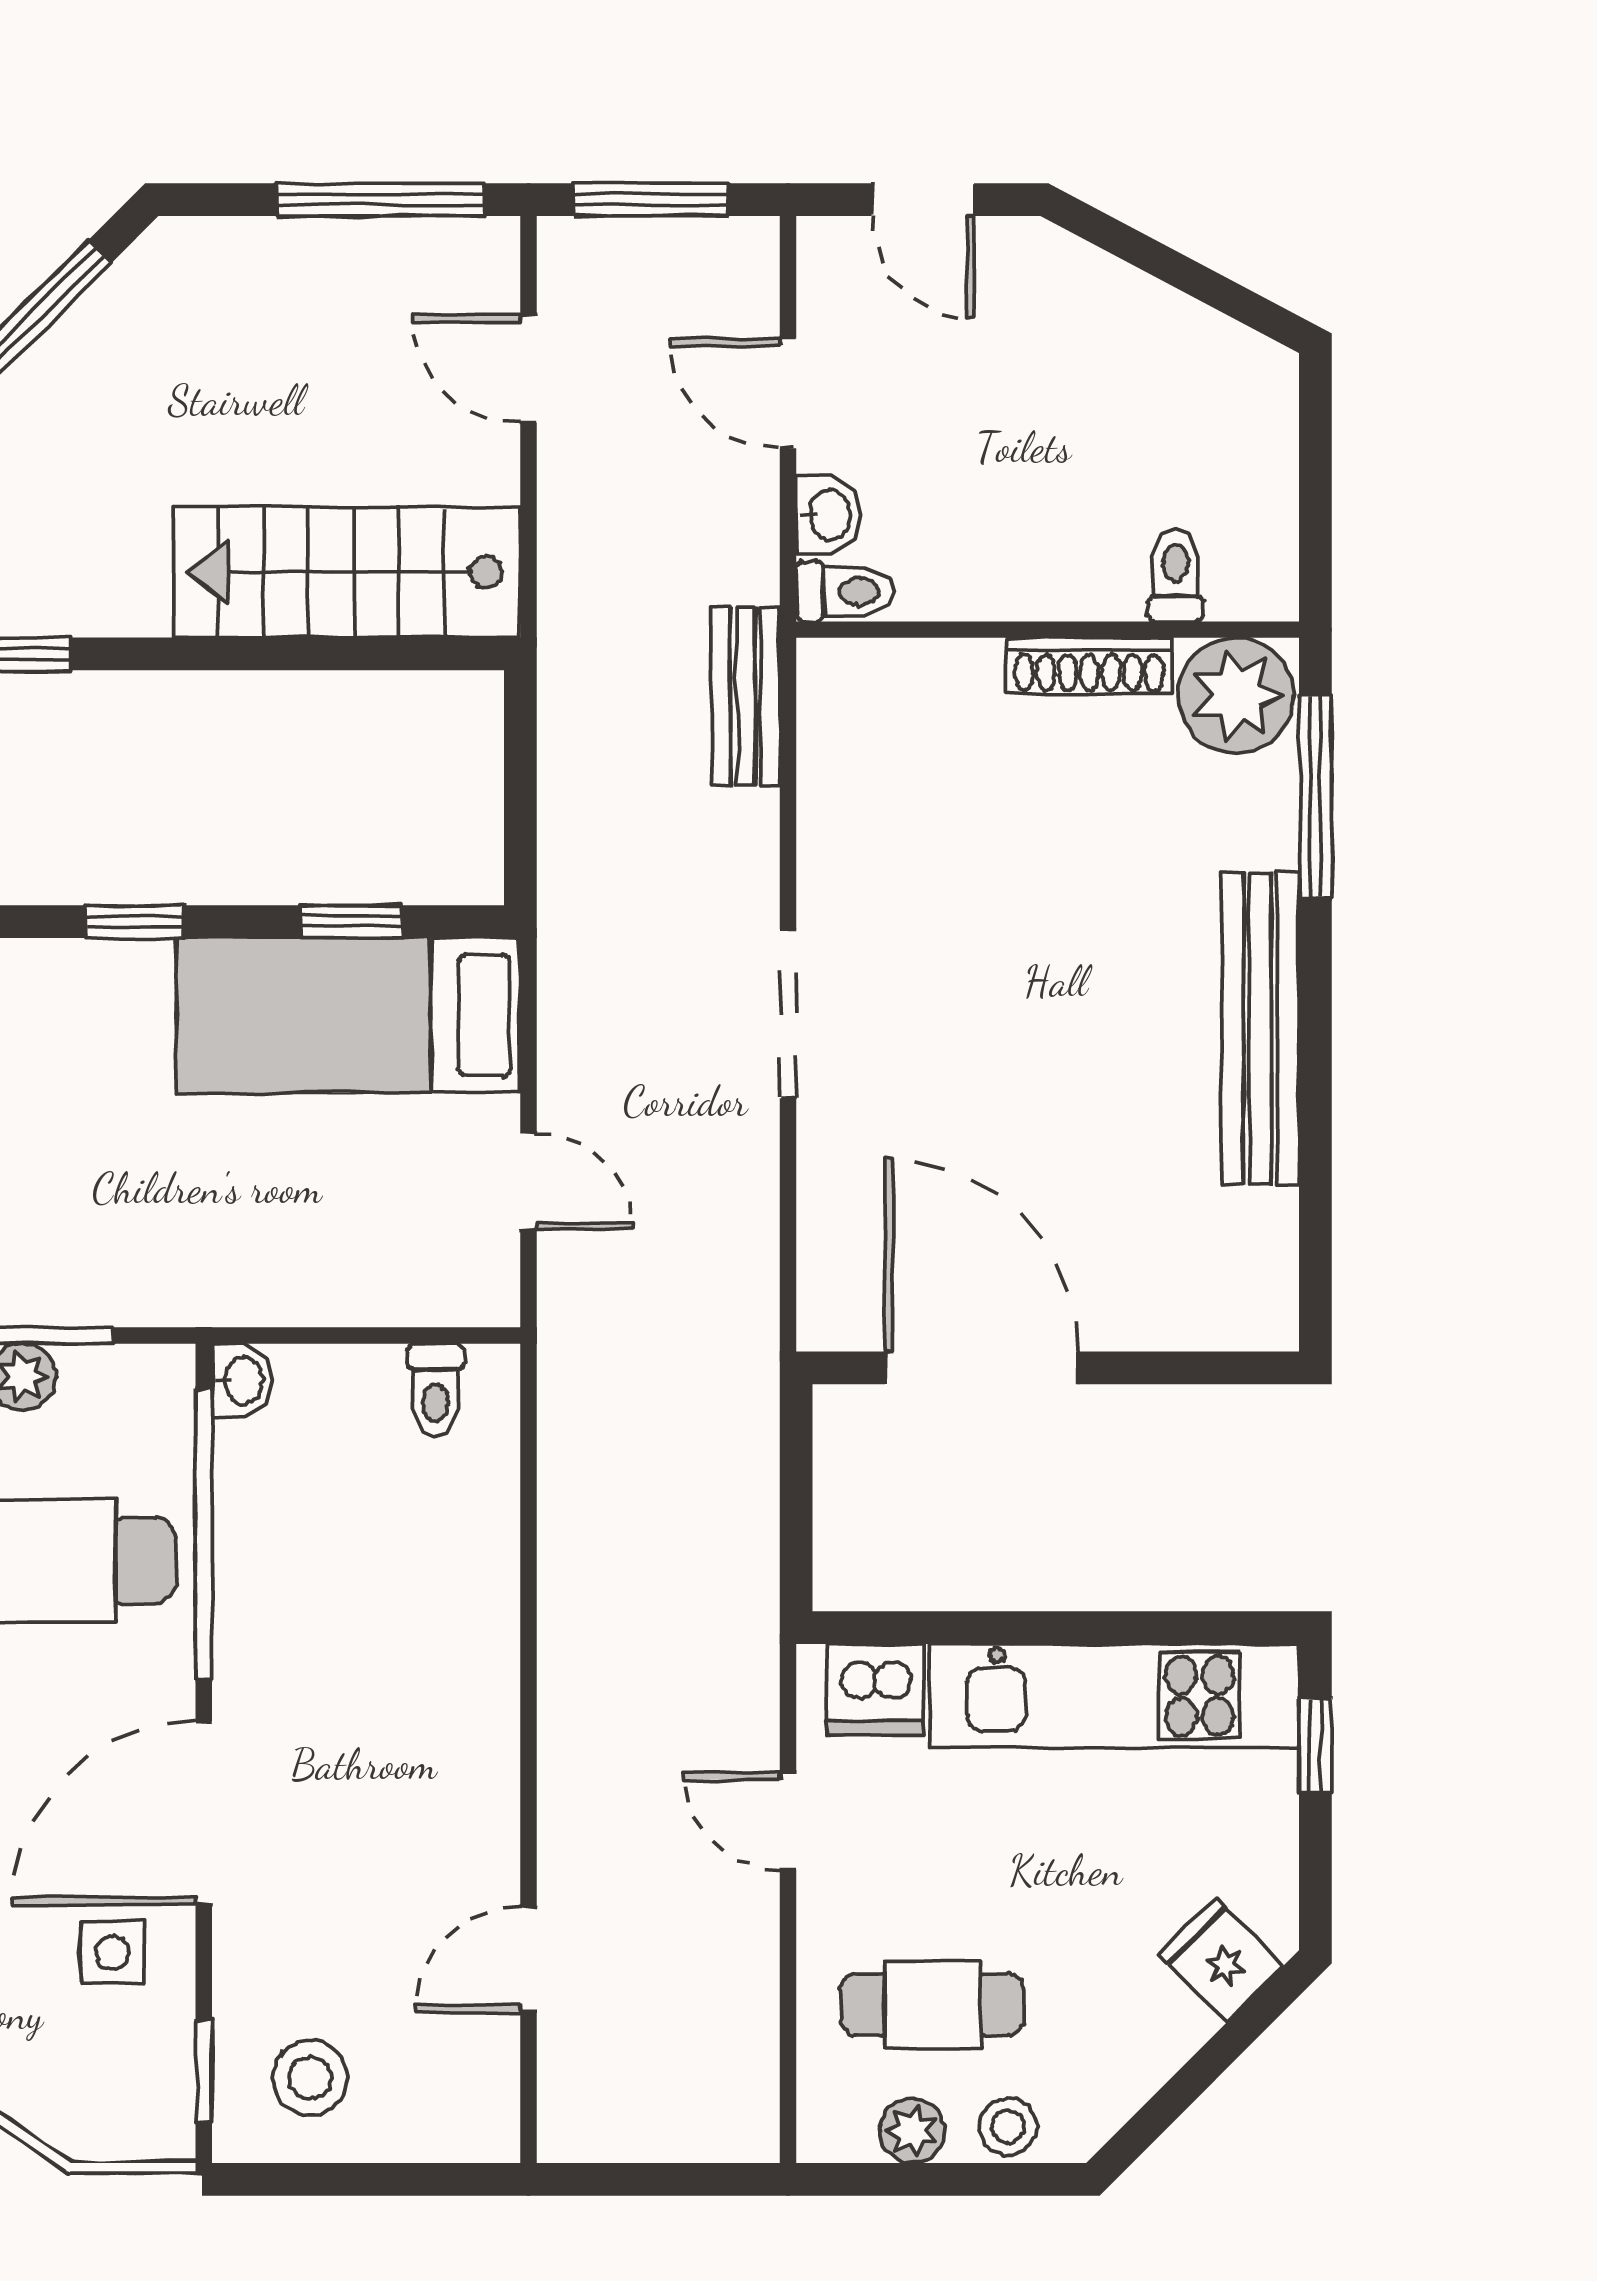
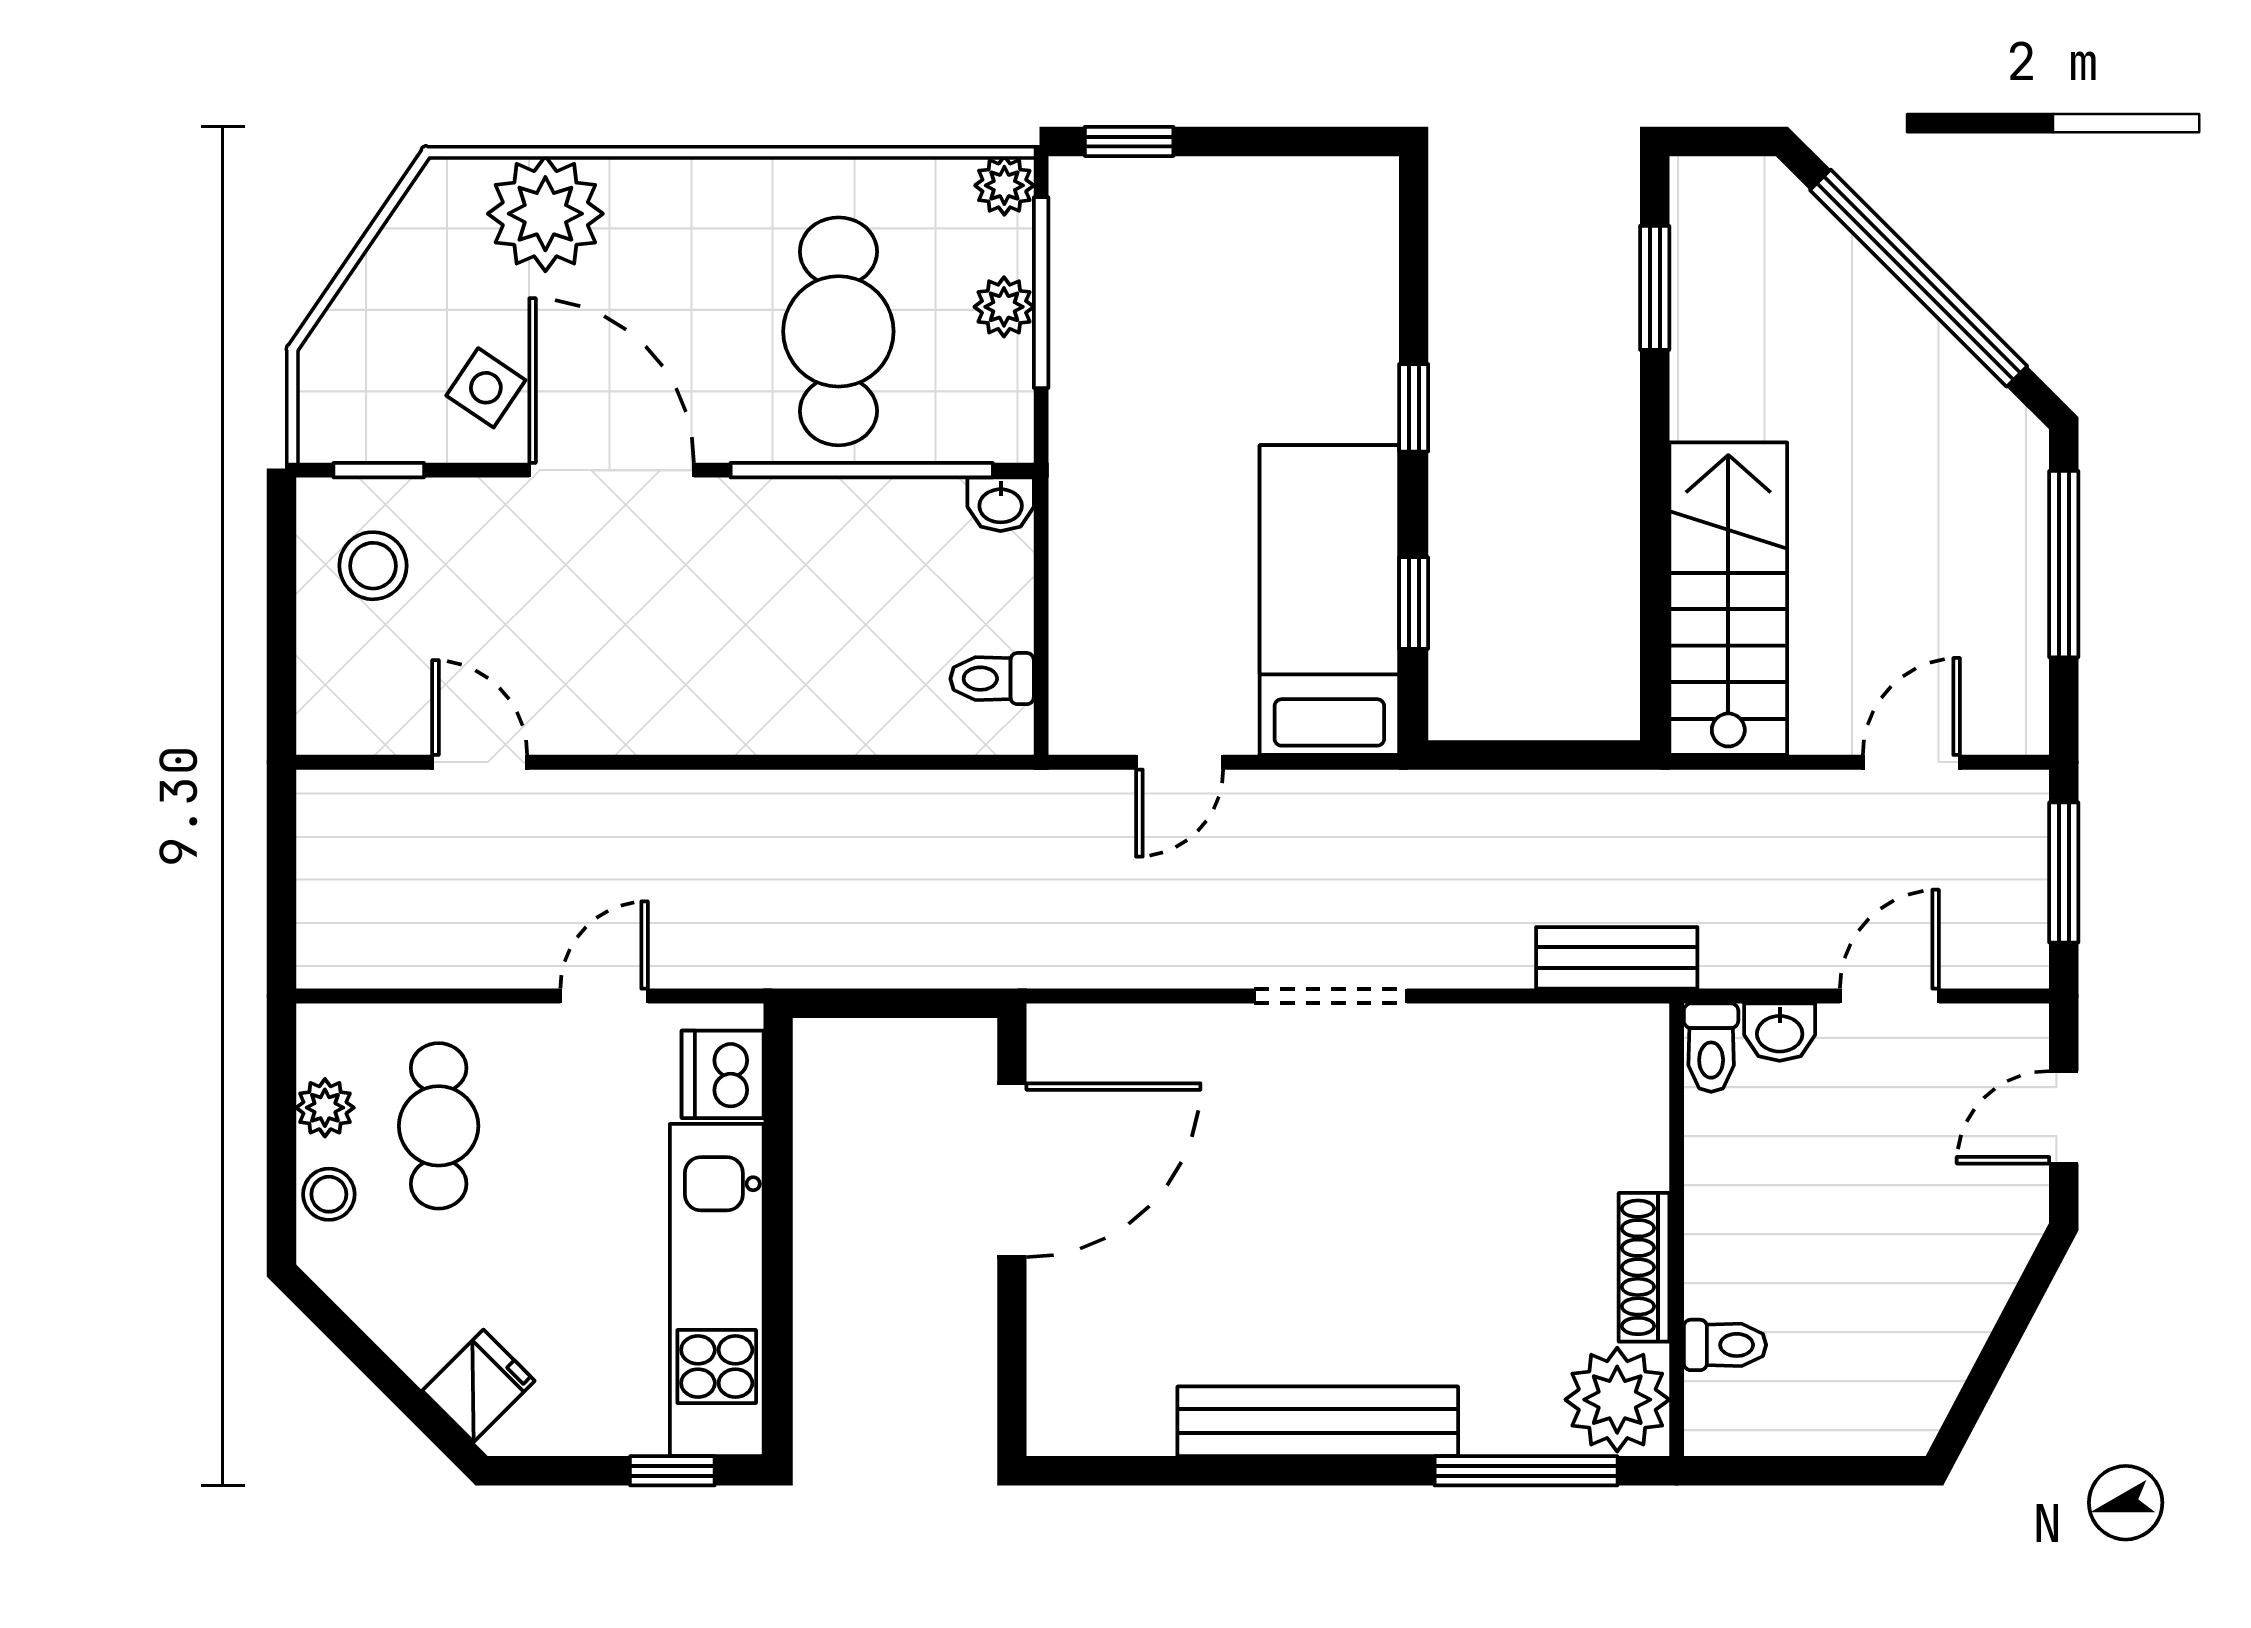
window: (380, 200) -> (2064, 564), moved
side table: (112, 1952) -> (486, 388), turned 34

